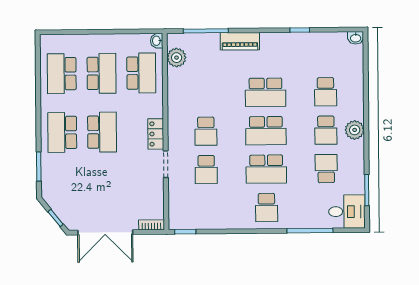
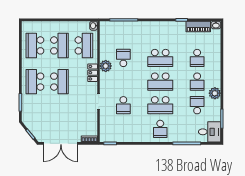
piano: (240, 41) -> (198, 26), moved
plant: (177, 58) -> (106, 66), moved
plant: (355, 130) -> (215, 93), moved
school desk: (206, 131) -> (123, 58), moved, turned 180
locker: (156, 134) -> (93, 73), moved

